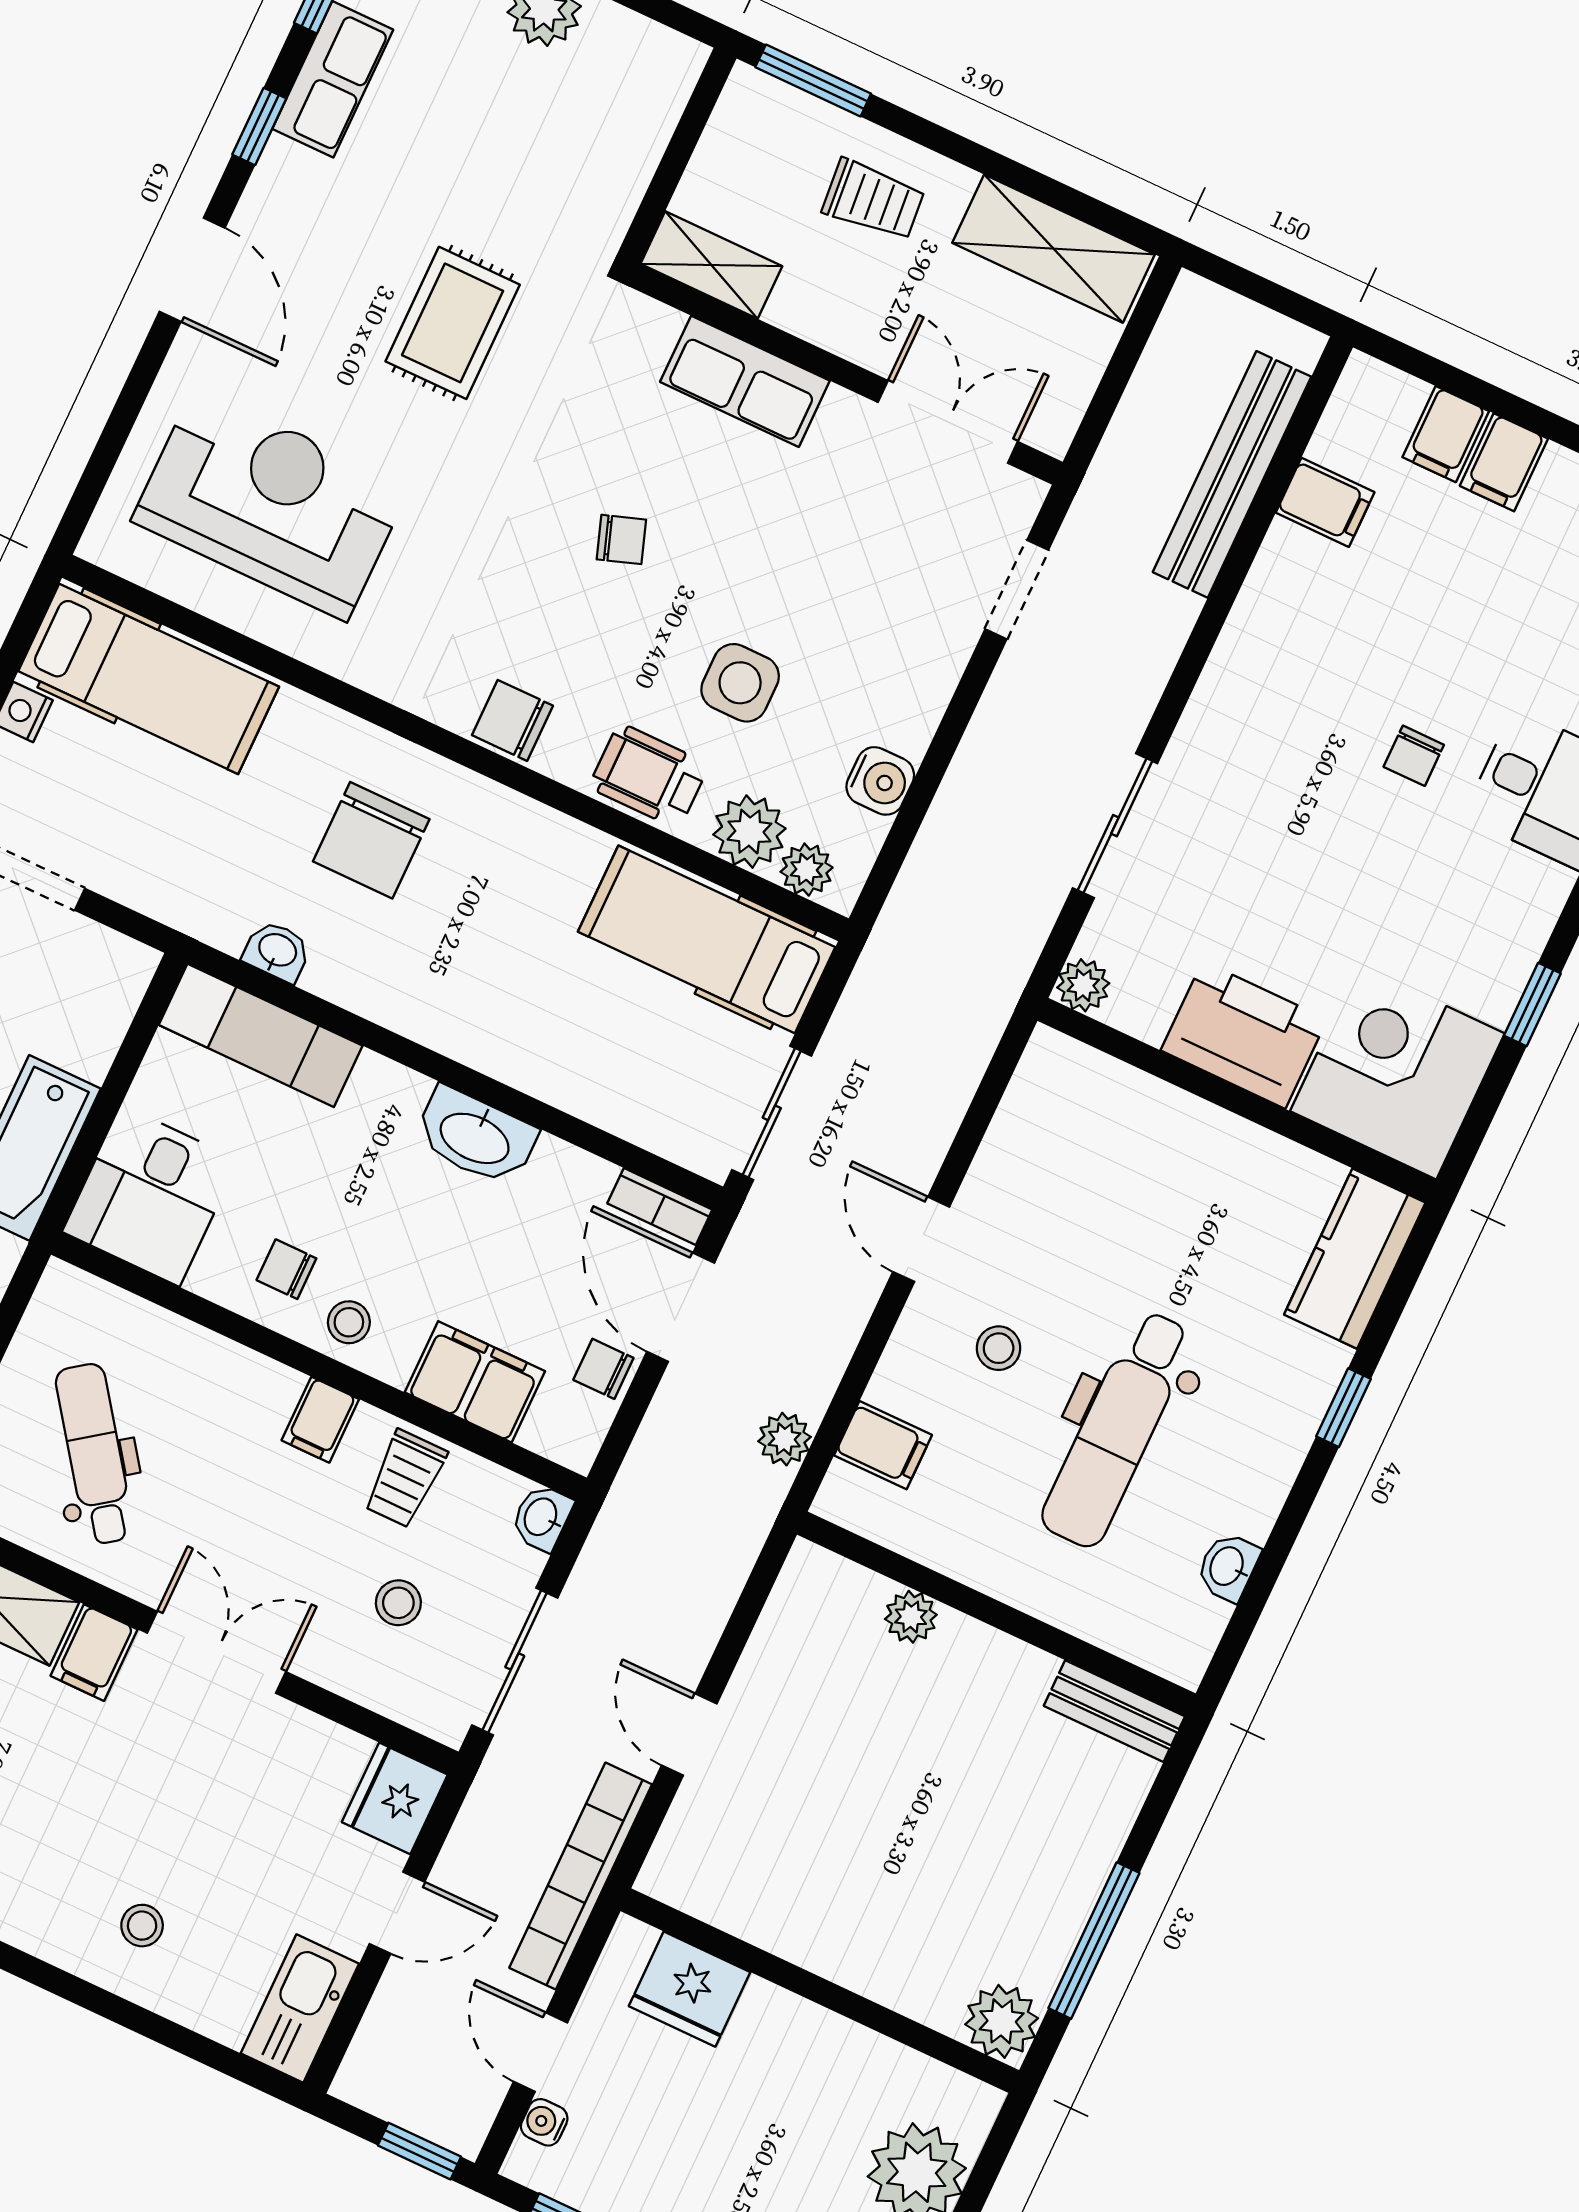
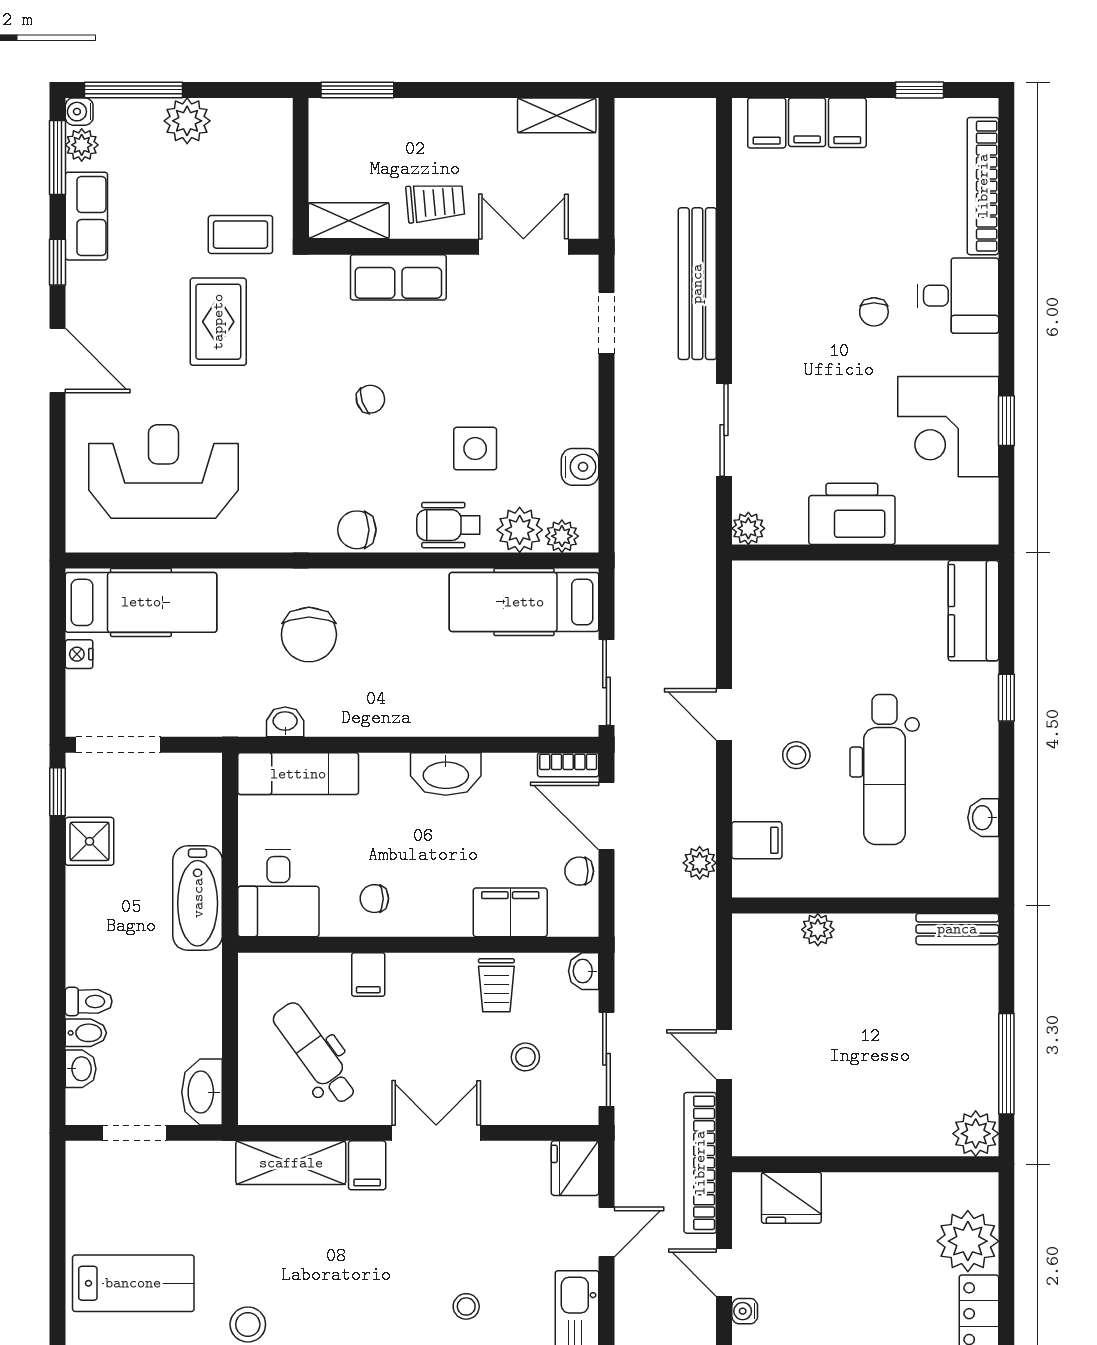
trolley: (873, 200) -> (435, 202), moved
coffee table: (544, 211) -> (240, 235), added
shelving: (1054, 249) -> (557, 115), width x0.67, depth x0.75
bench: (1232, 474) -> (697, 284), moved
filing cabinet: (1325, 502) -> (767, 123), moved, turned 90
corner desk: (1397, 1072) -> (948, 427), moved, turned -90
stool: (349, 1322) -> (424, 912), removed
filing cabinet: (320, 1420) -> (368, 974), moved

